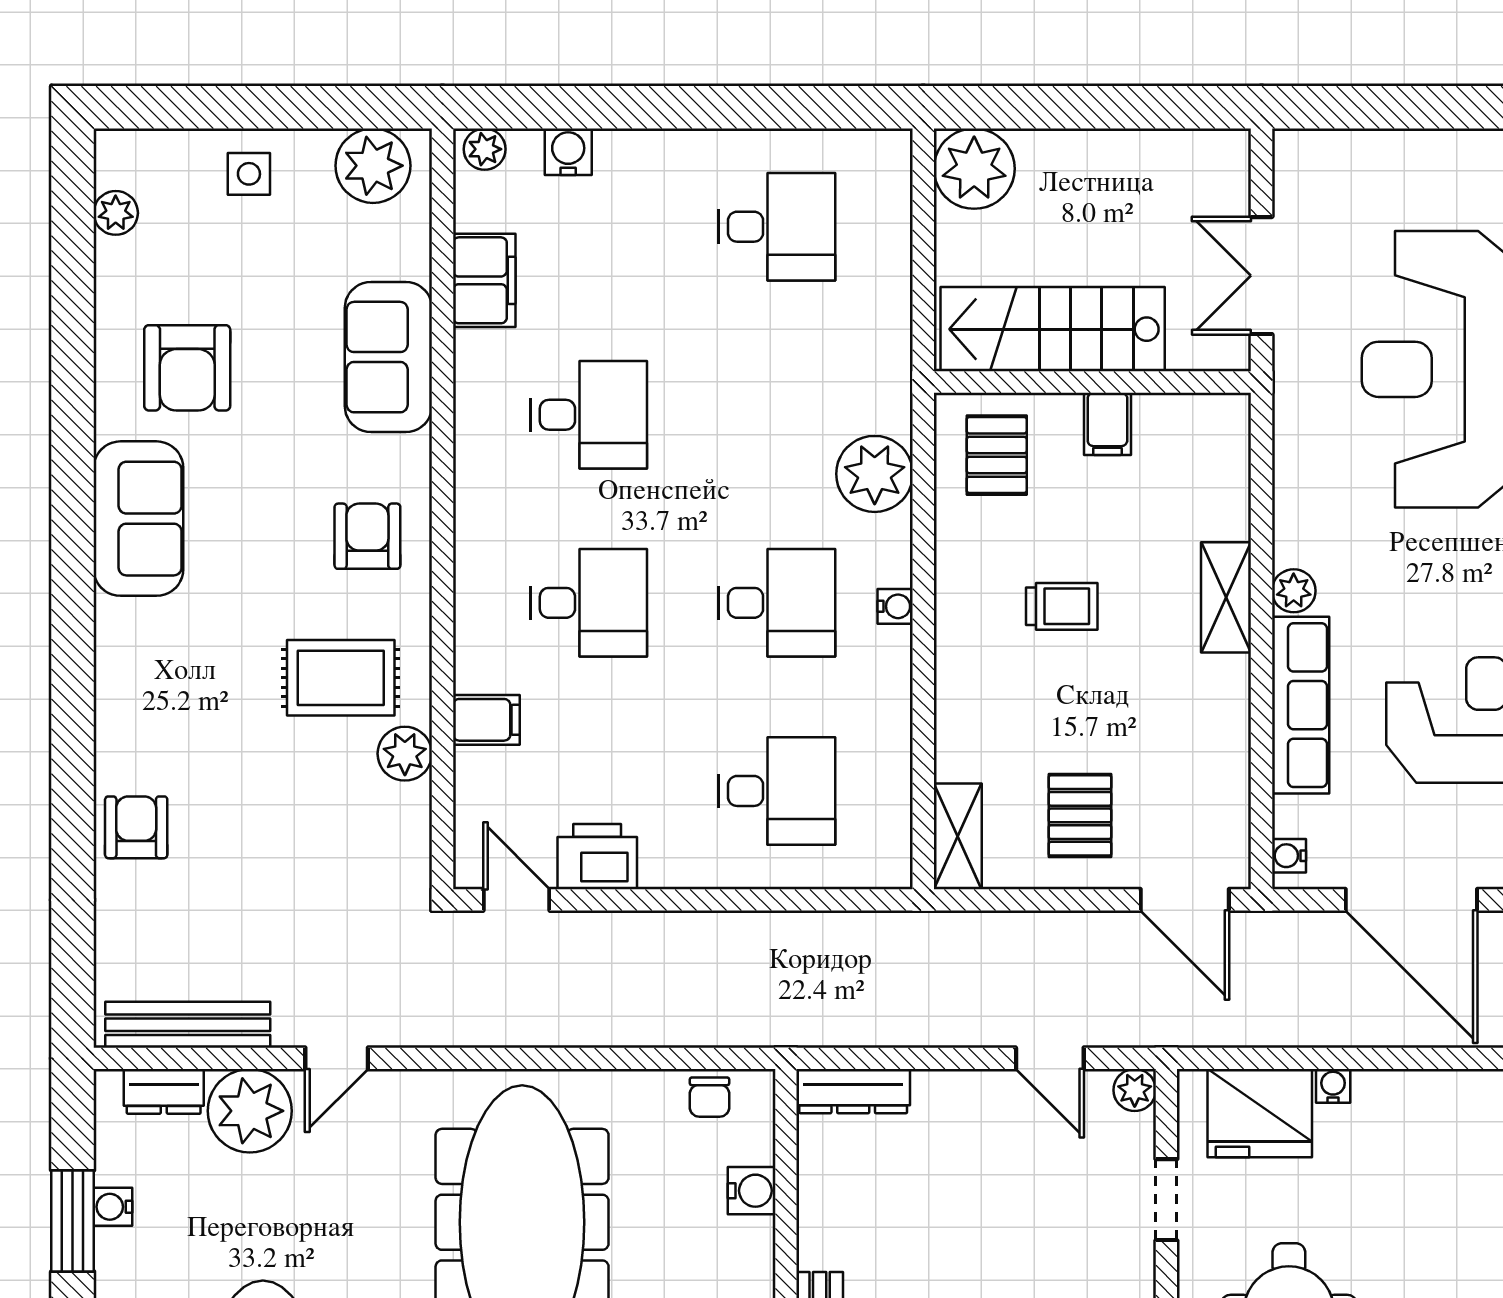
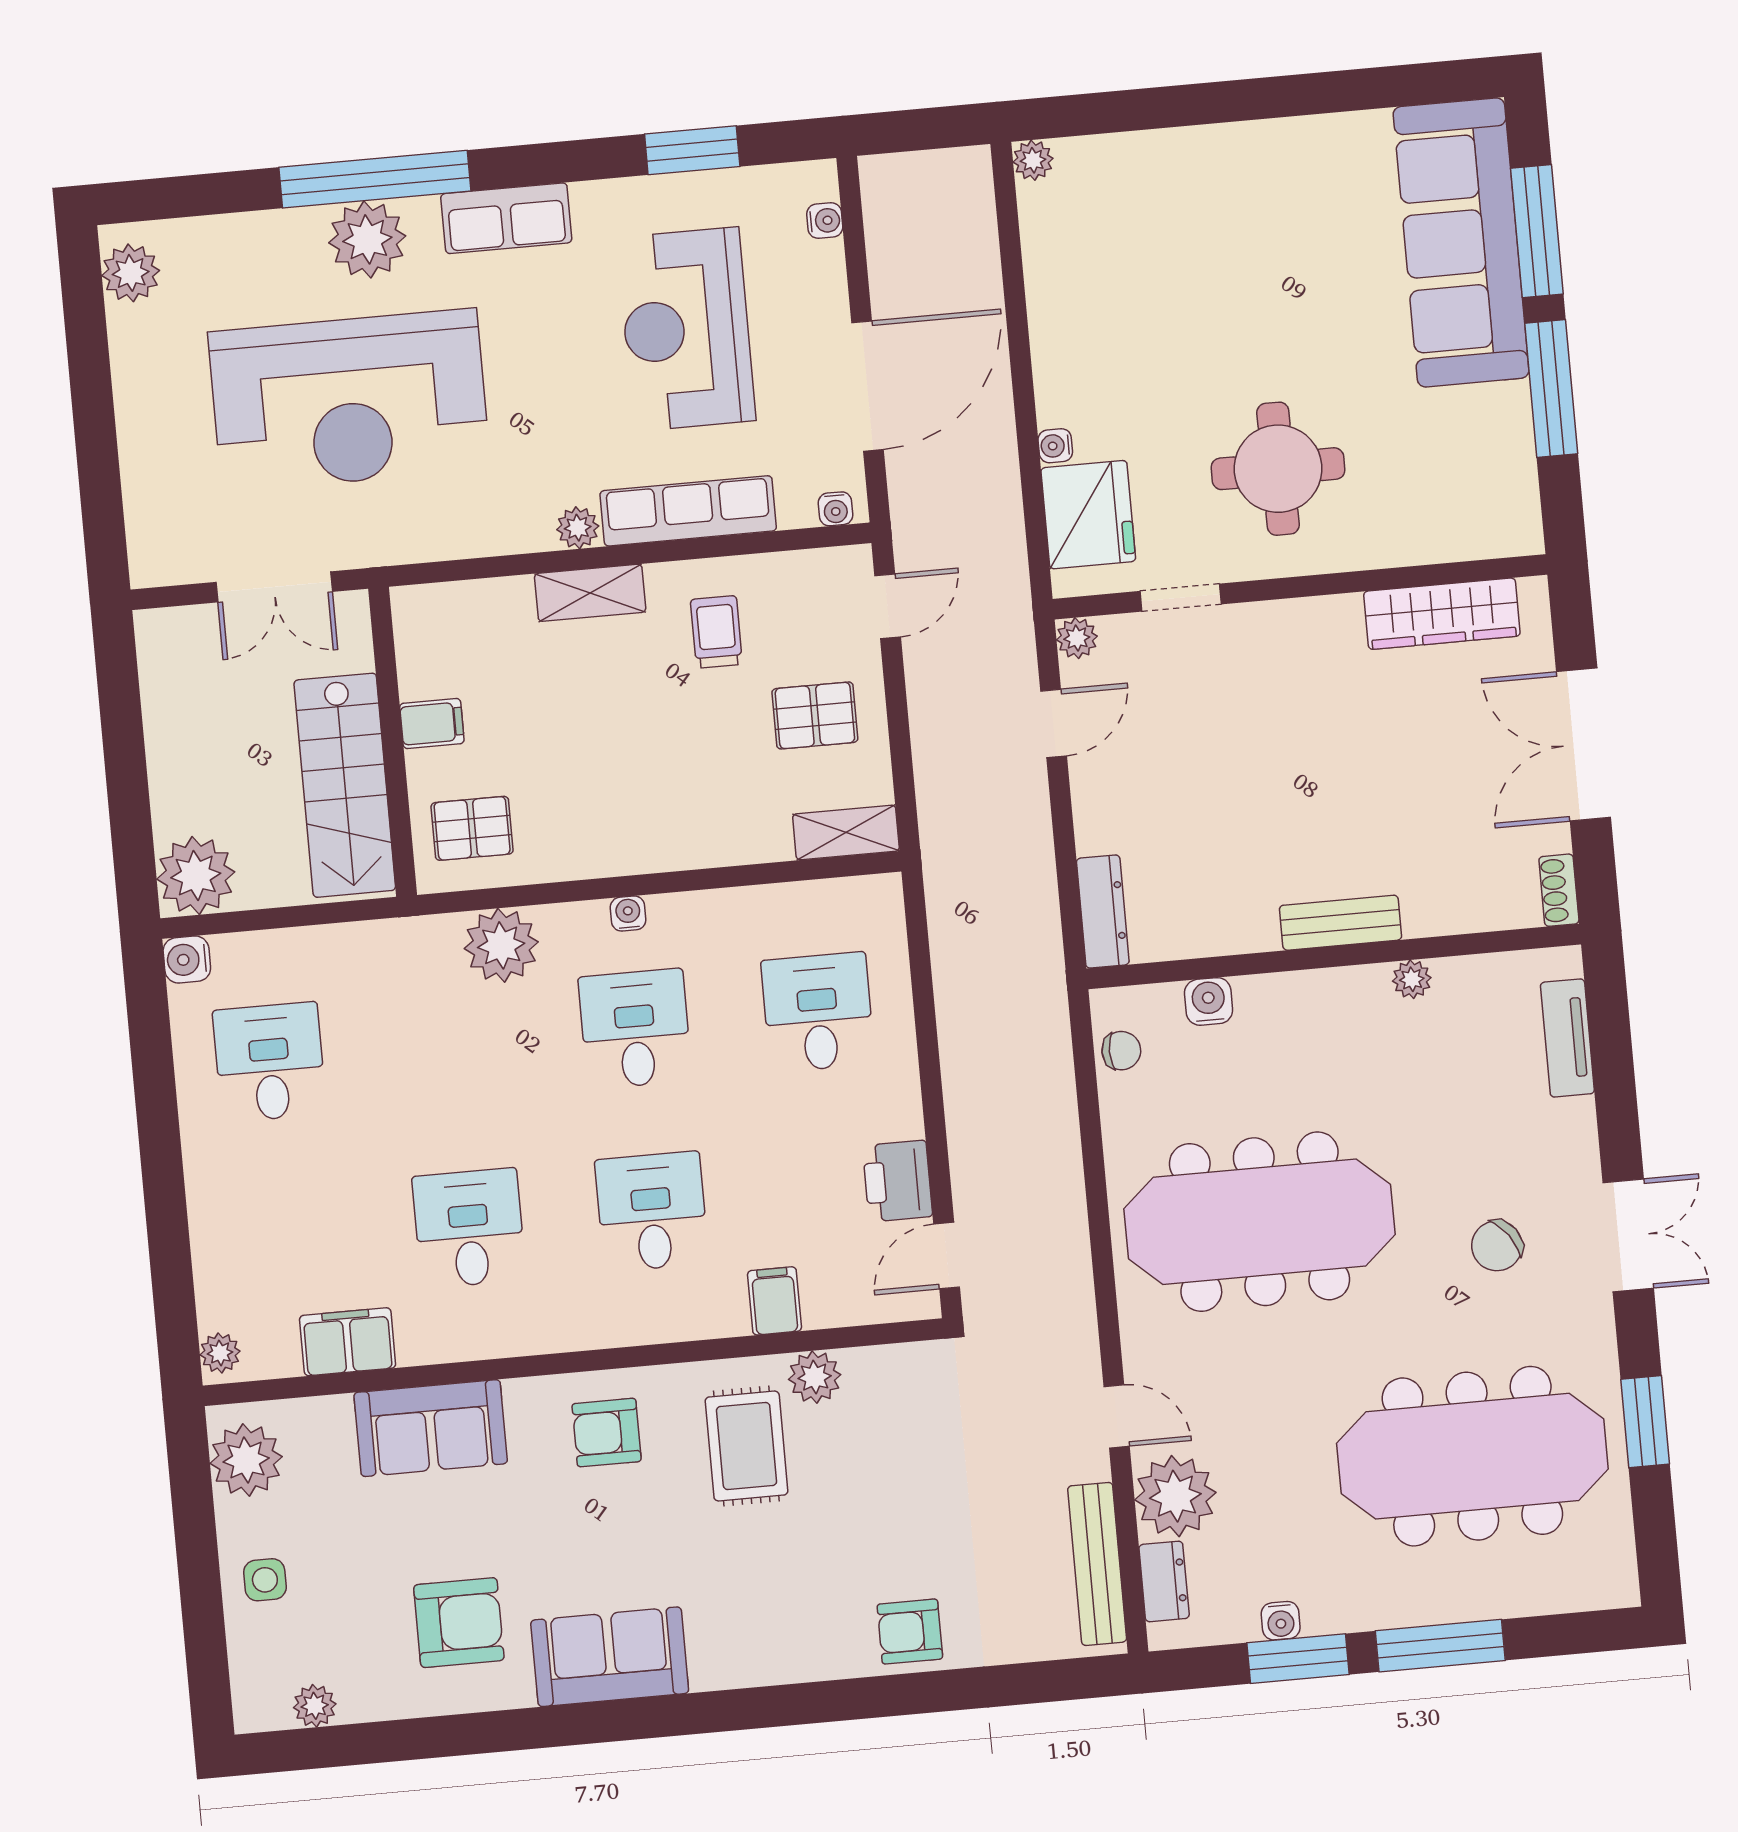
water cooler: (568, 152) -> (187, 960), moved
trolley: (1062, 606) -> (716, 632), moved
door: (1185, 900) -> (888, 606), width x0.73

